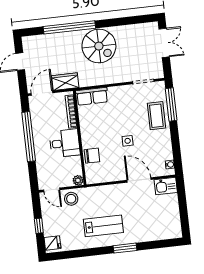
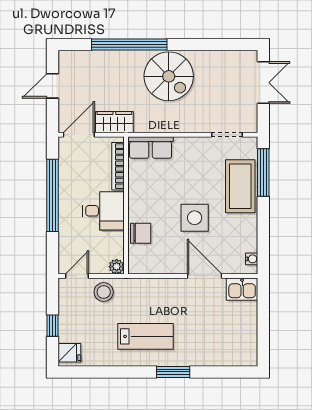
coffee table: (156, 116) -> (240, 186), width x1.36, depth x1.32
side table: (128, 141) -> (195, 218), width x1.87, depth x1.87
door: (52, 190) -> (77, 276), swing flipped

